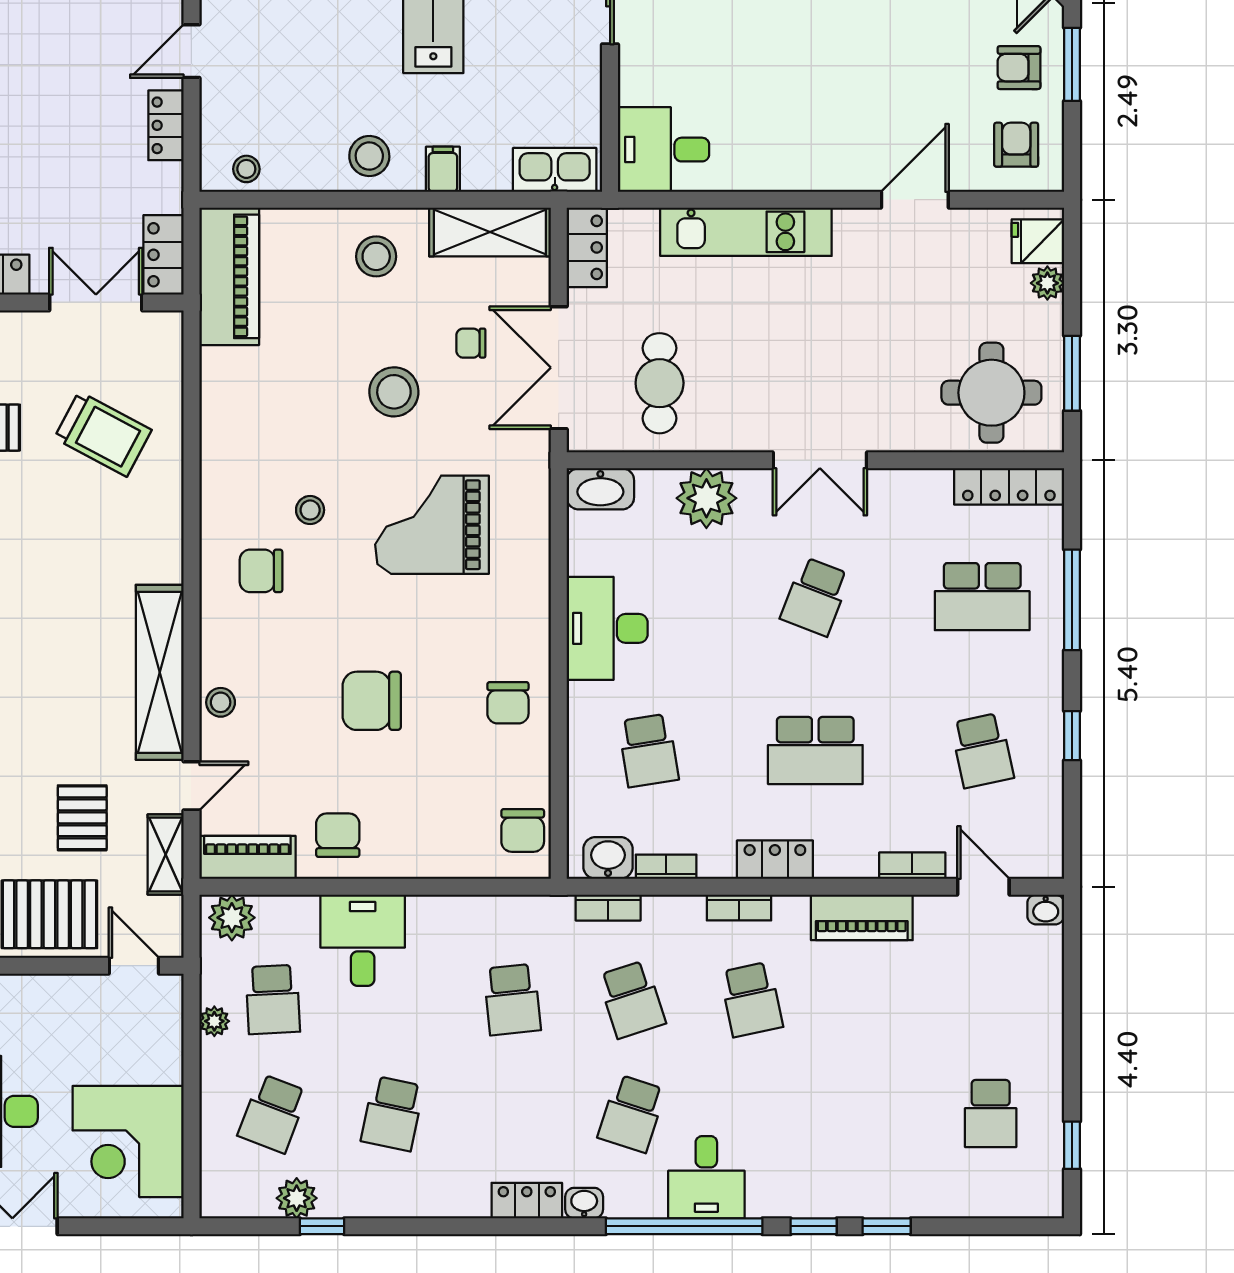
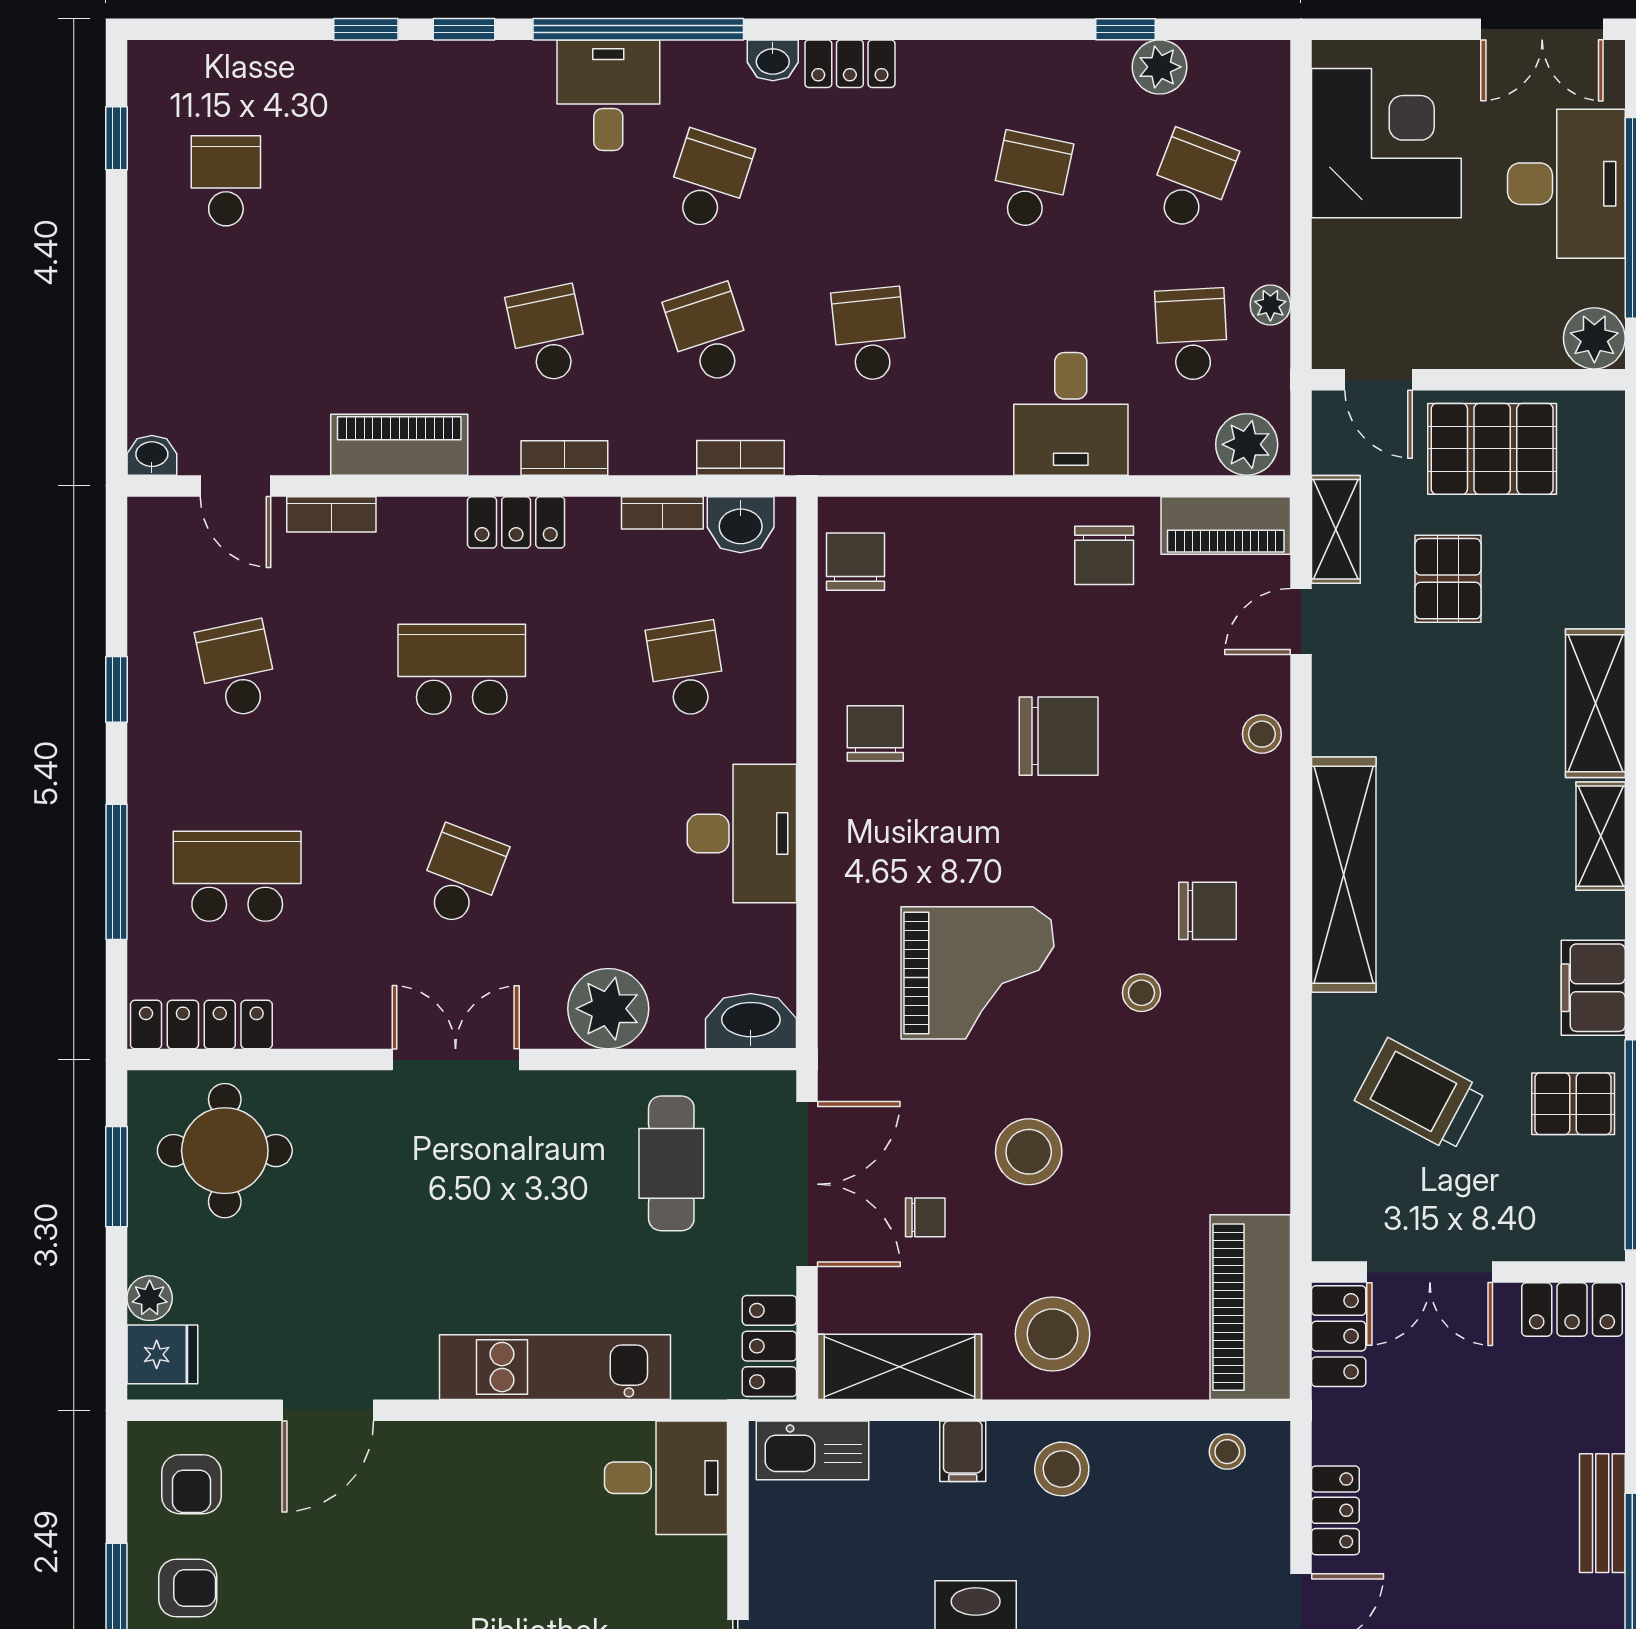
stool: (376, 256) -> (1053, 1334), width x1.38, depth x1.38
shelving: (160, 672) -> (1344, 875), moved

